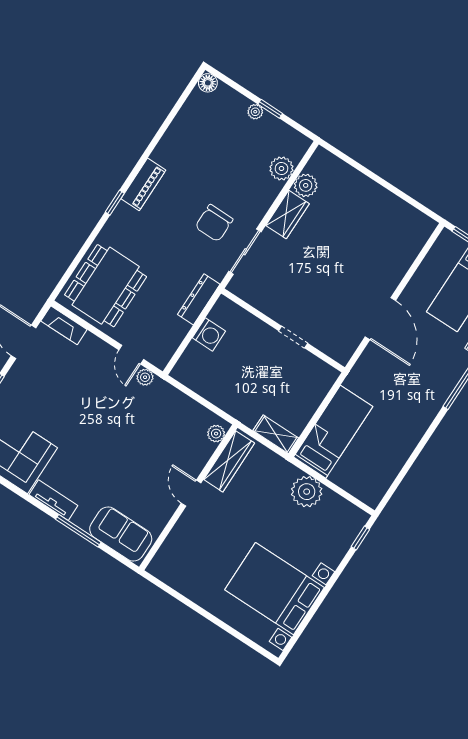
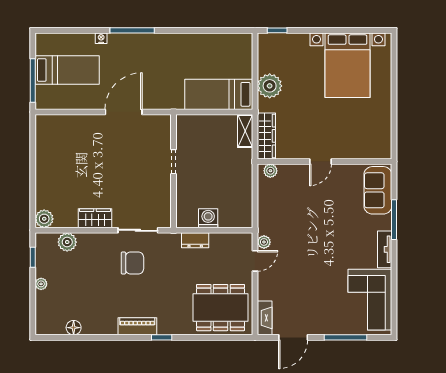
floor lamp: (208, 83) -> (74, 328), moved
window: (270, 109) -> (33, 257), moved
plant: (306, 185) -> (44, 219), moved
dresser: (199, 299) -> (195, 240), width x0.70
wardrobe: (229, 461) -> (266, 136), moved, turned 90

